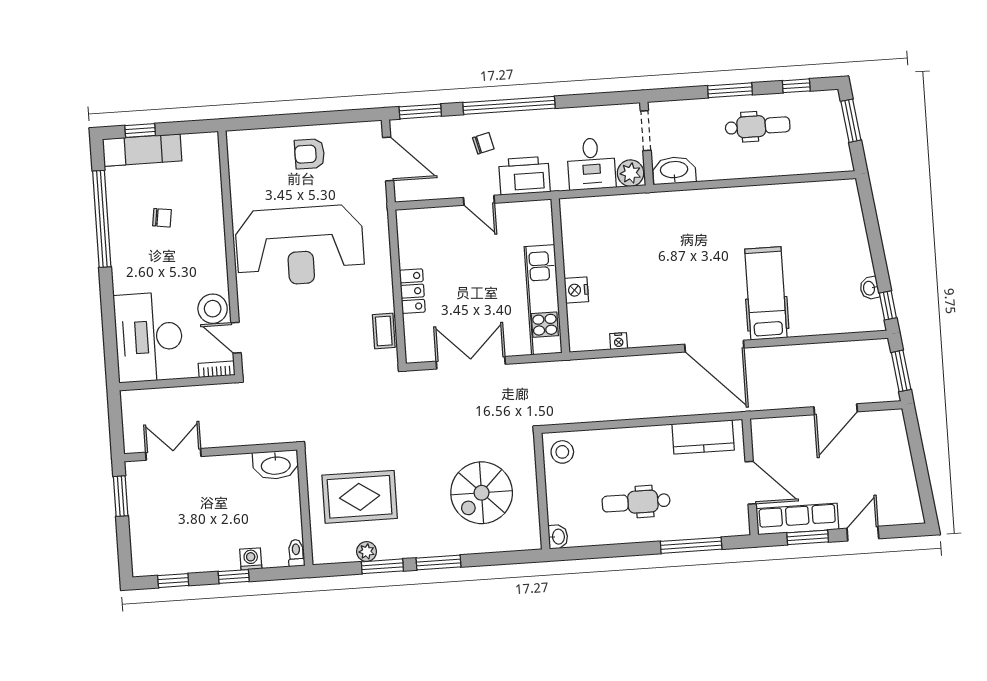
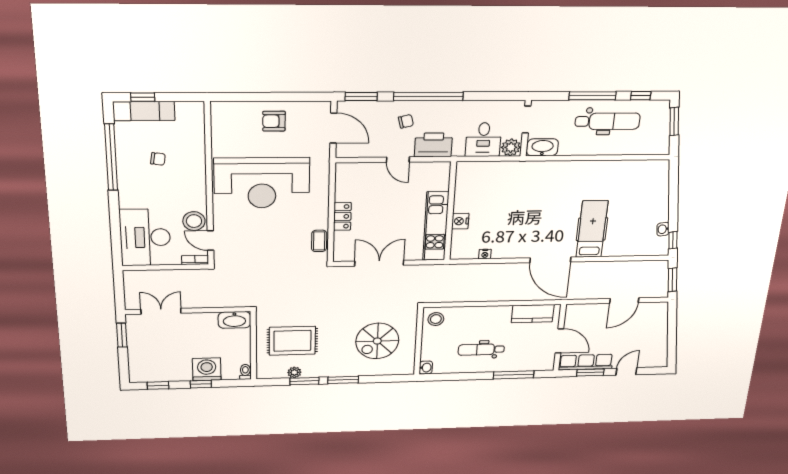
window: (730, 90) -> (592, 96), width x1.44
dental chair: (758, 126) -> (608, 121), width x1.36, depth x1.38
washing machine: (251, 559) -> (207, 369), width x1.89, depth x1.89

